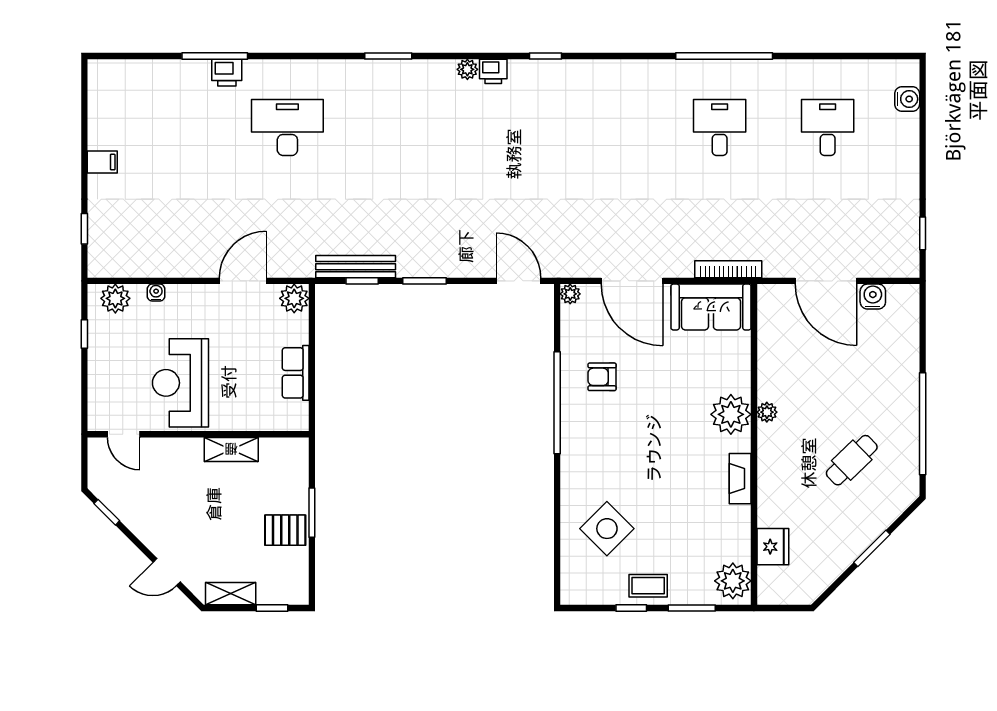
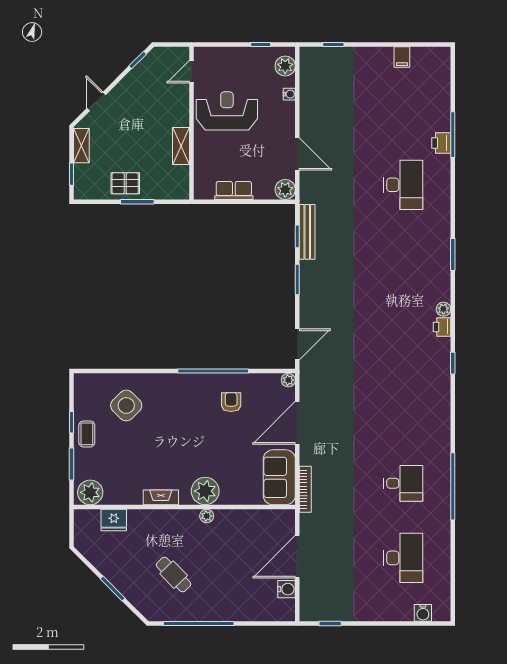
desk: (828, 128) -> (403, 558), width x1.37
filing cabinet: (102, 162) -> (402, 57), moved
pallet: (285, 530) -> (125, 183), turned 90

